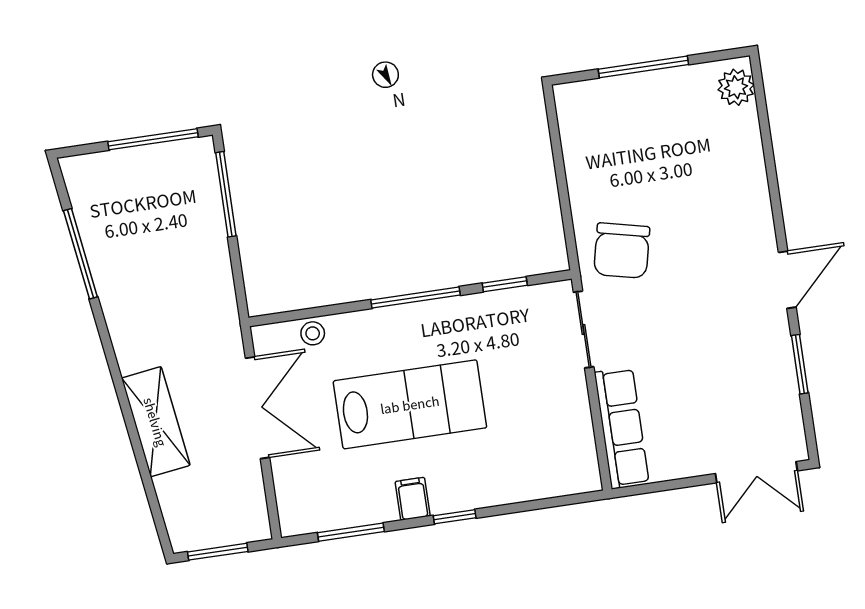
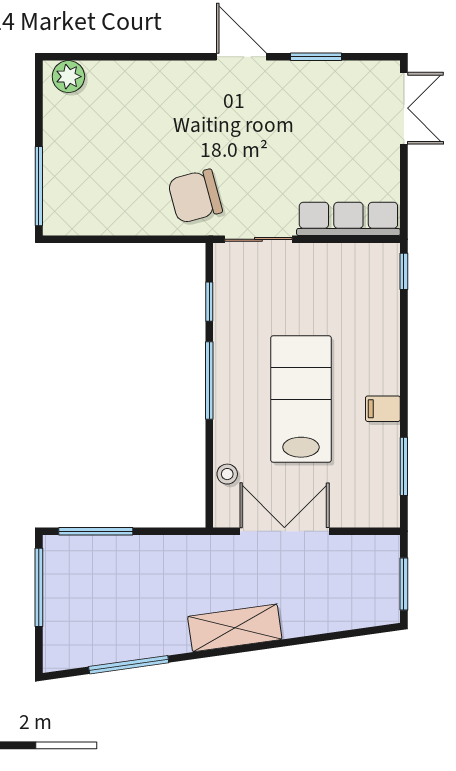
window: (643, 67) -> (39, 186), moved
chair: (622, 251) -> (195, 196), turned 152
shelving: (156, 422) -> (235, 628), moved
window: (455, 517) -> (404, 271), moved

